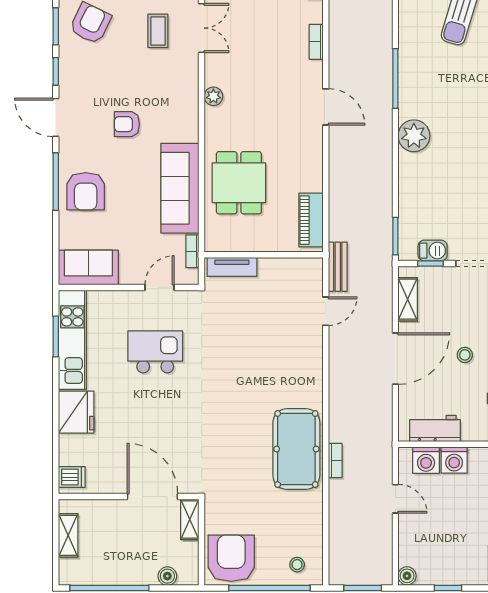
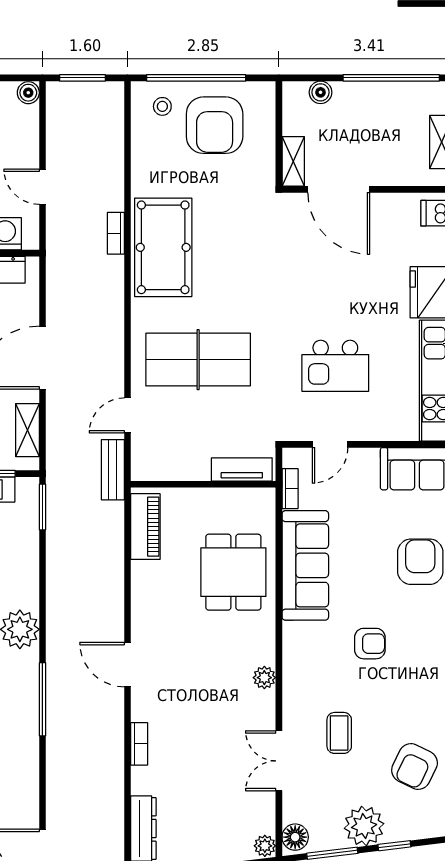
coffee table: (158, 31) -> (339, 733), moved
table tennis table: (268, 357) -> (198, 360), added
armchair: (231, 558) -> (215, 125), moved

